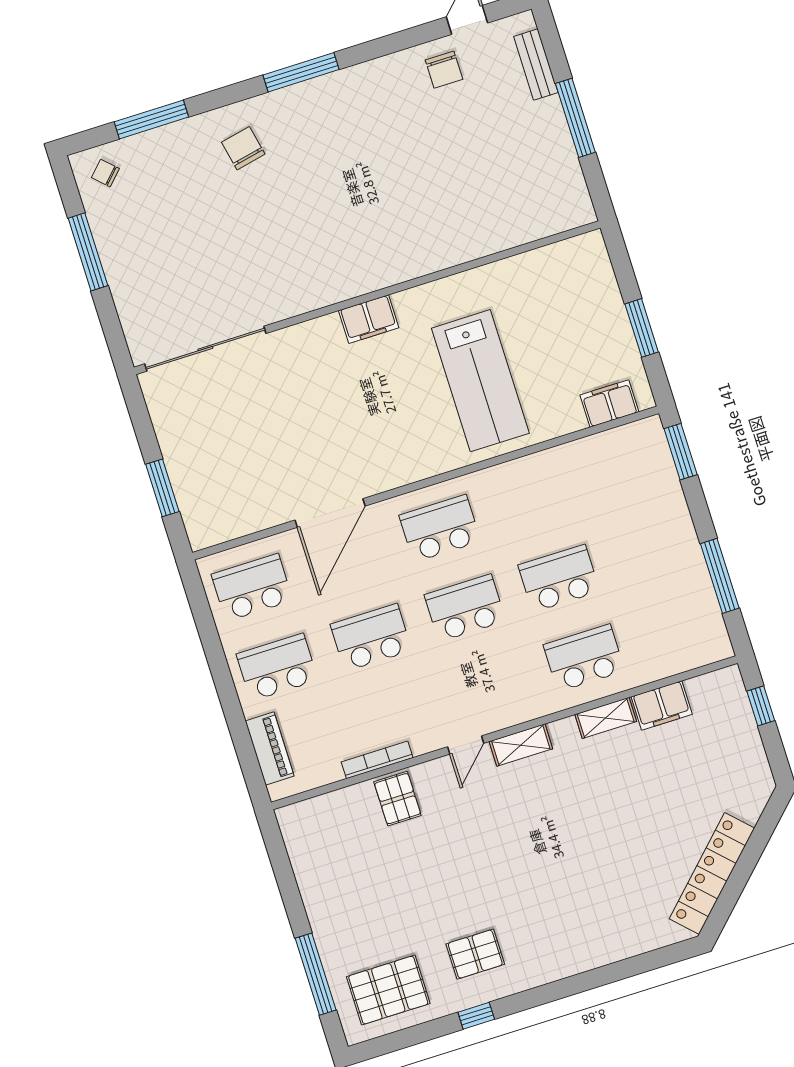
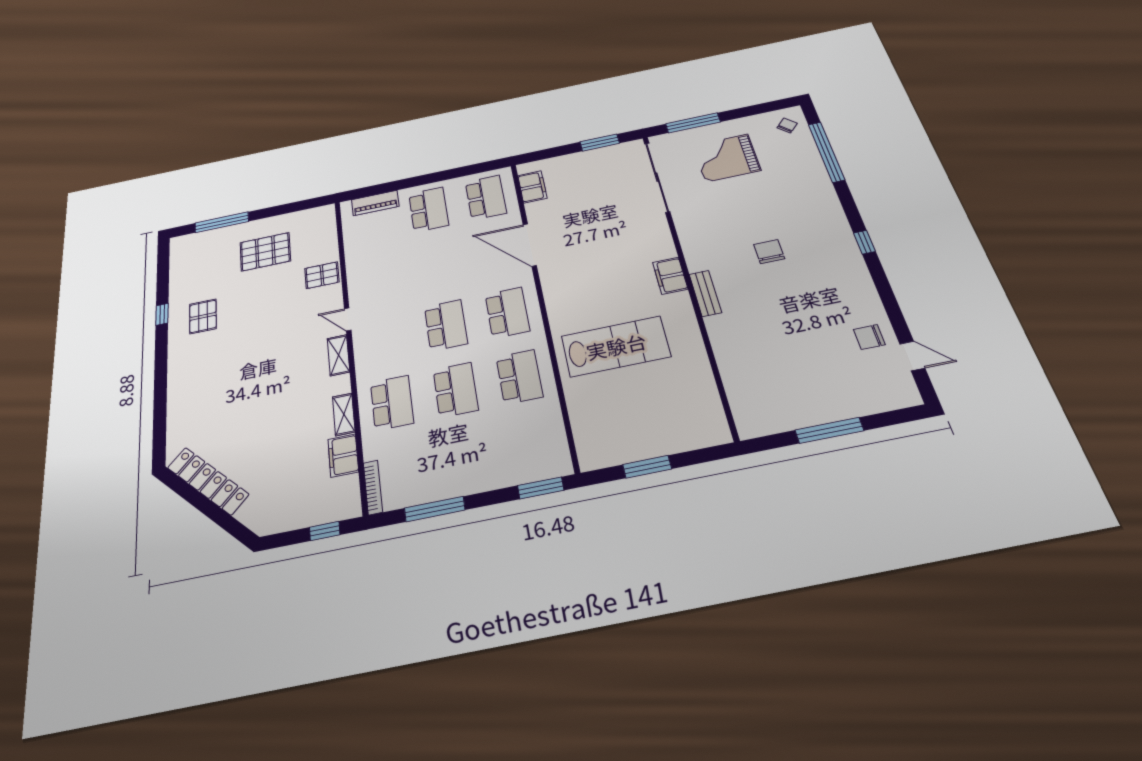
bench: (536, 65) -> (705, 293), moved, turned 90
window: (301, 72) -> (864, 242), width x0.46
window: (151, 119) -> (826, 152), width x1.46
chair: (243, 148) -> (769, 252), moved, turned -78
window: (88, 252) -> (693, 123), moved
grand piano: (167, 255) -> (727, 158), added
lab bench: (480, 381) -> (616, 346), turned 180
filing cabinet: (609, 403) -> (532, 187), moved
window: (162, 488) -> (600, 143), moved
school desk: (371, 637) -> (519, 377), moved
bookcase: (377, 760) -> (373, 487), moved
pallet: (388, 990) -> (265, 252), moved, turned 90

